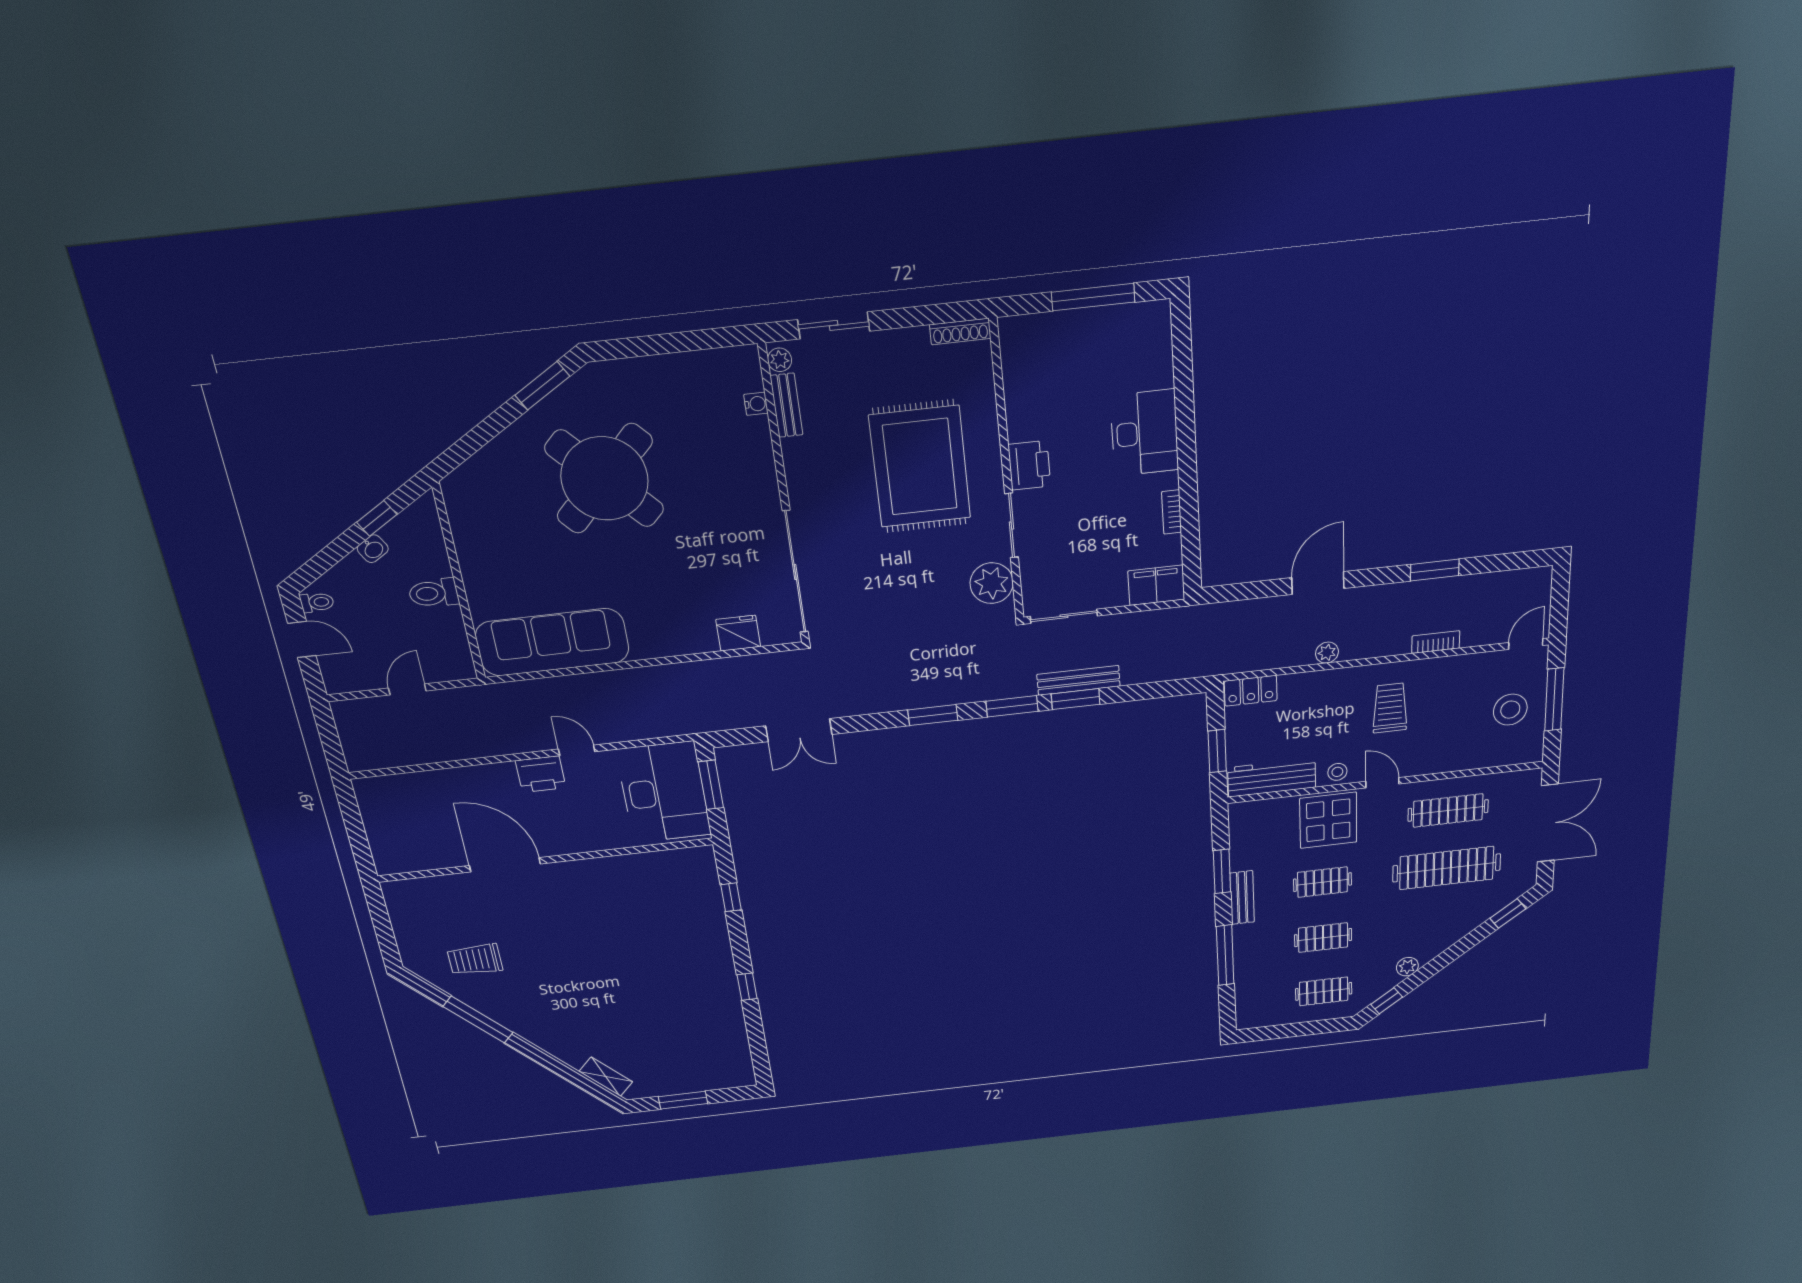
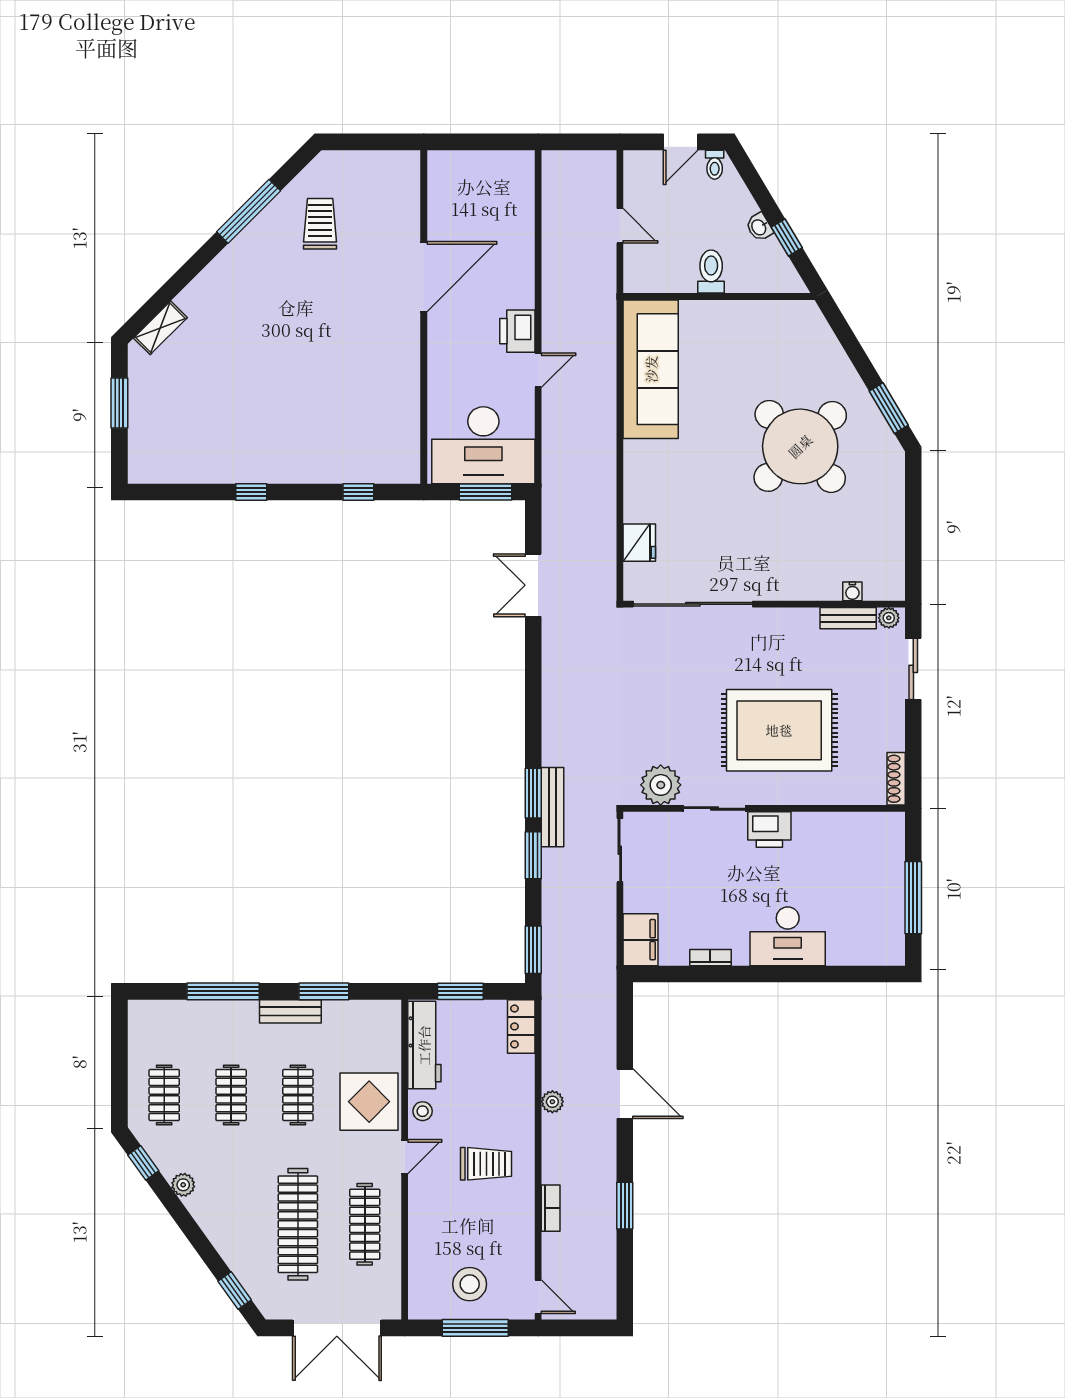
bench: (1078, 680) -> (552, 807), moved
window: (933, 715) -> (533, 950), moved

